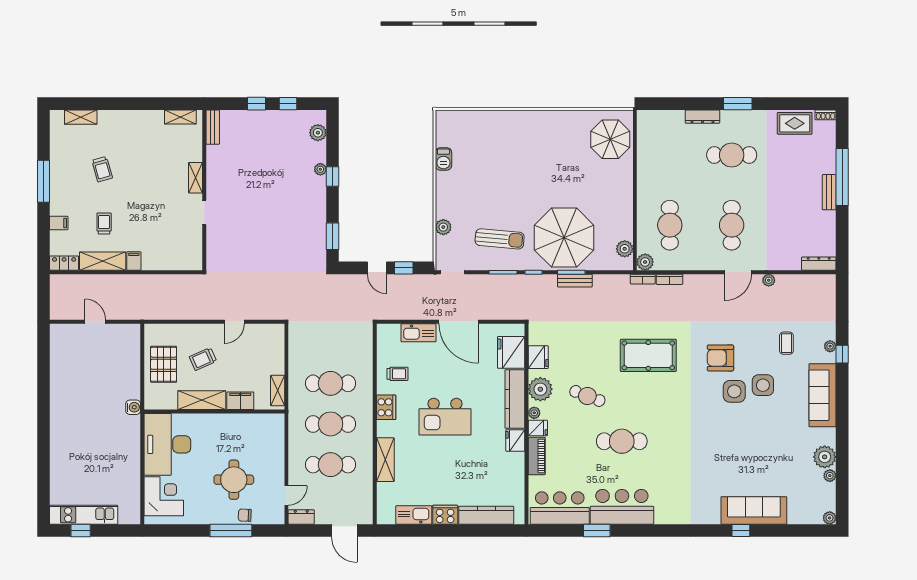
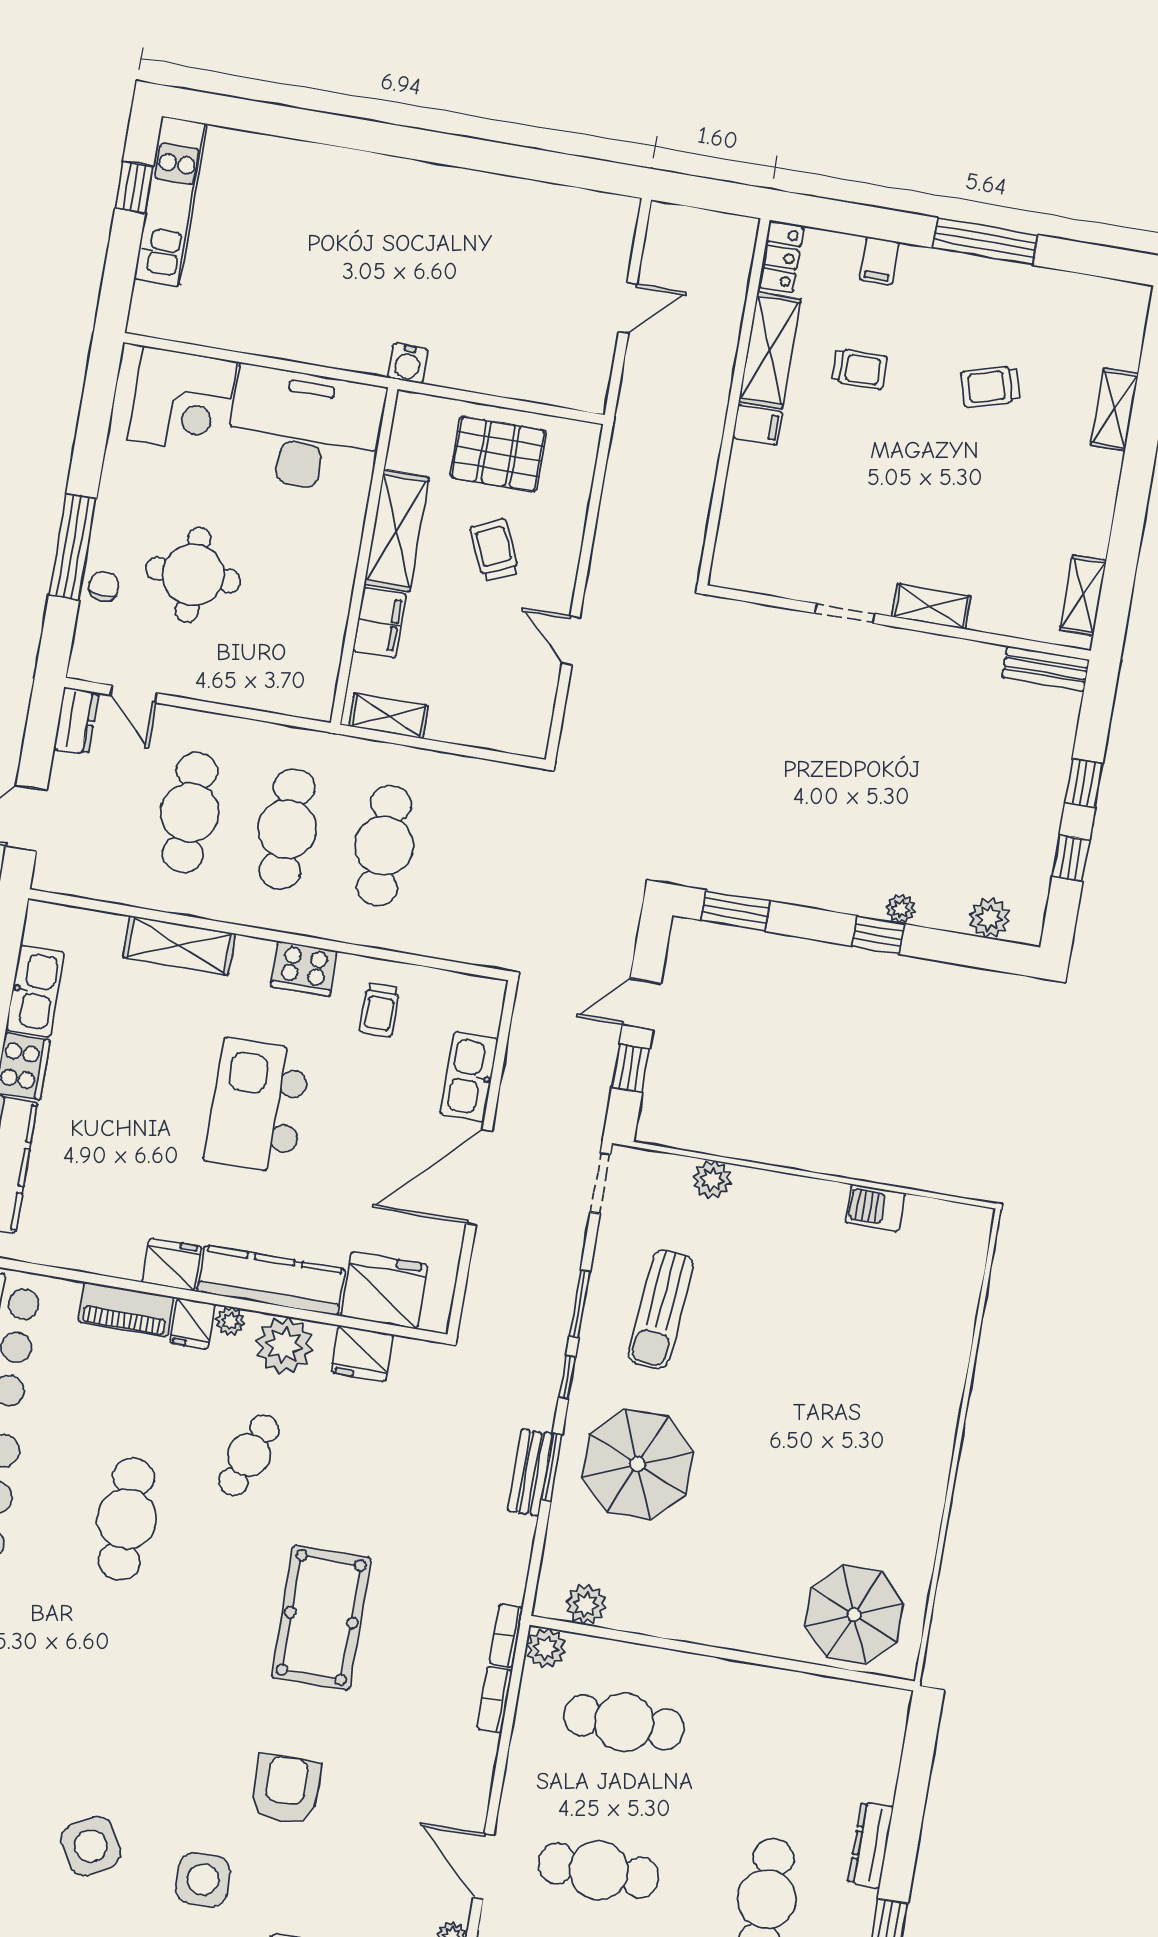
shelving: (81, 117) -> (1115, 409), moved
parasol: (564, 238) -> (637, 1464), width x0.73, depth x0.73
side table: (734, 391) -> (91, 1846), moved, turned -30

